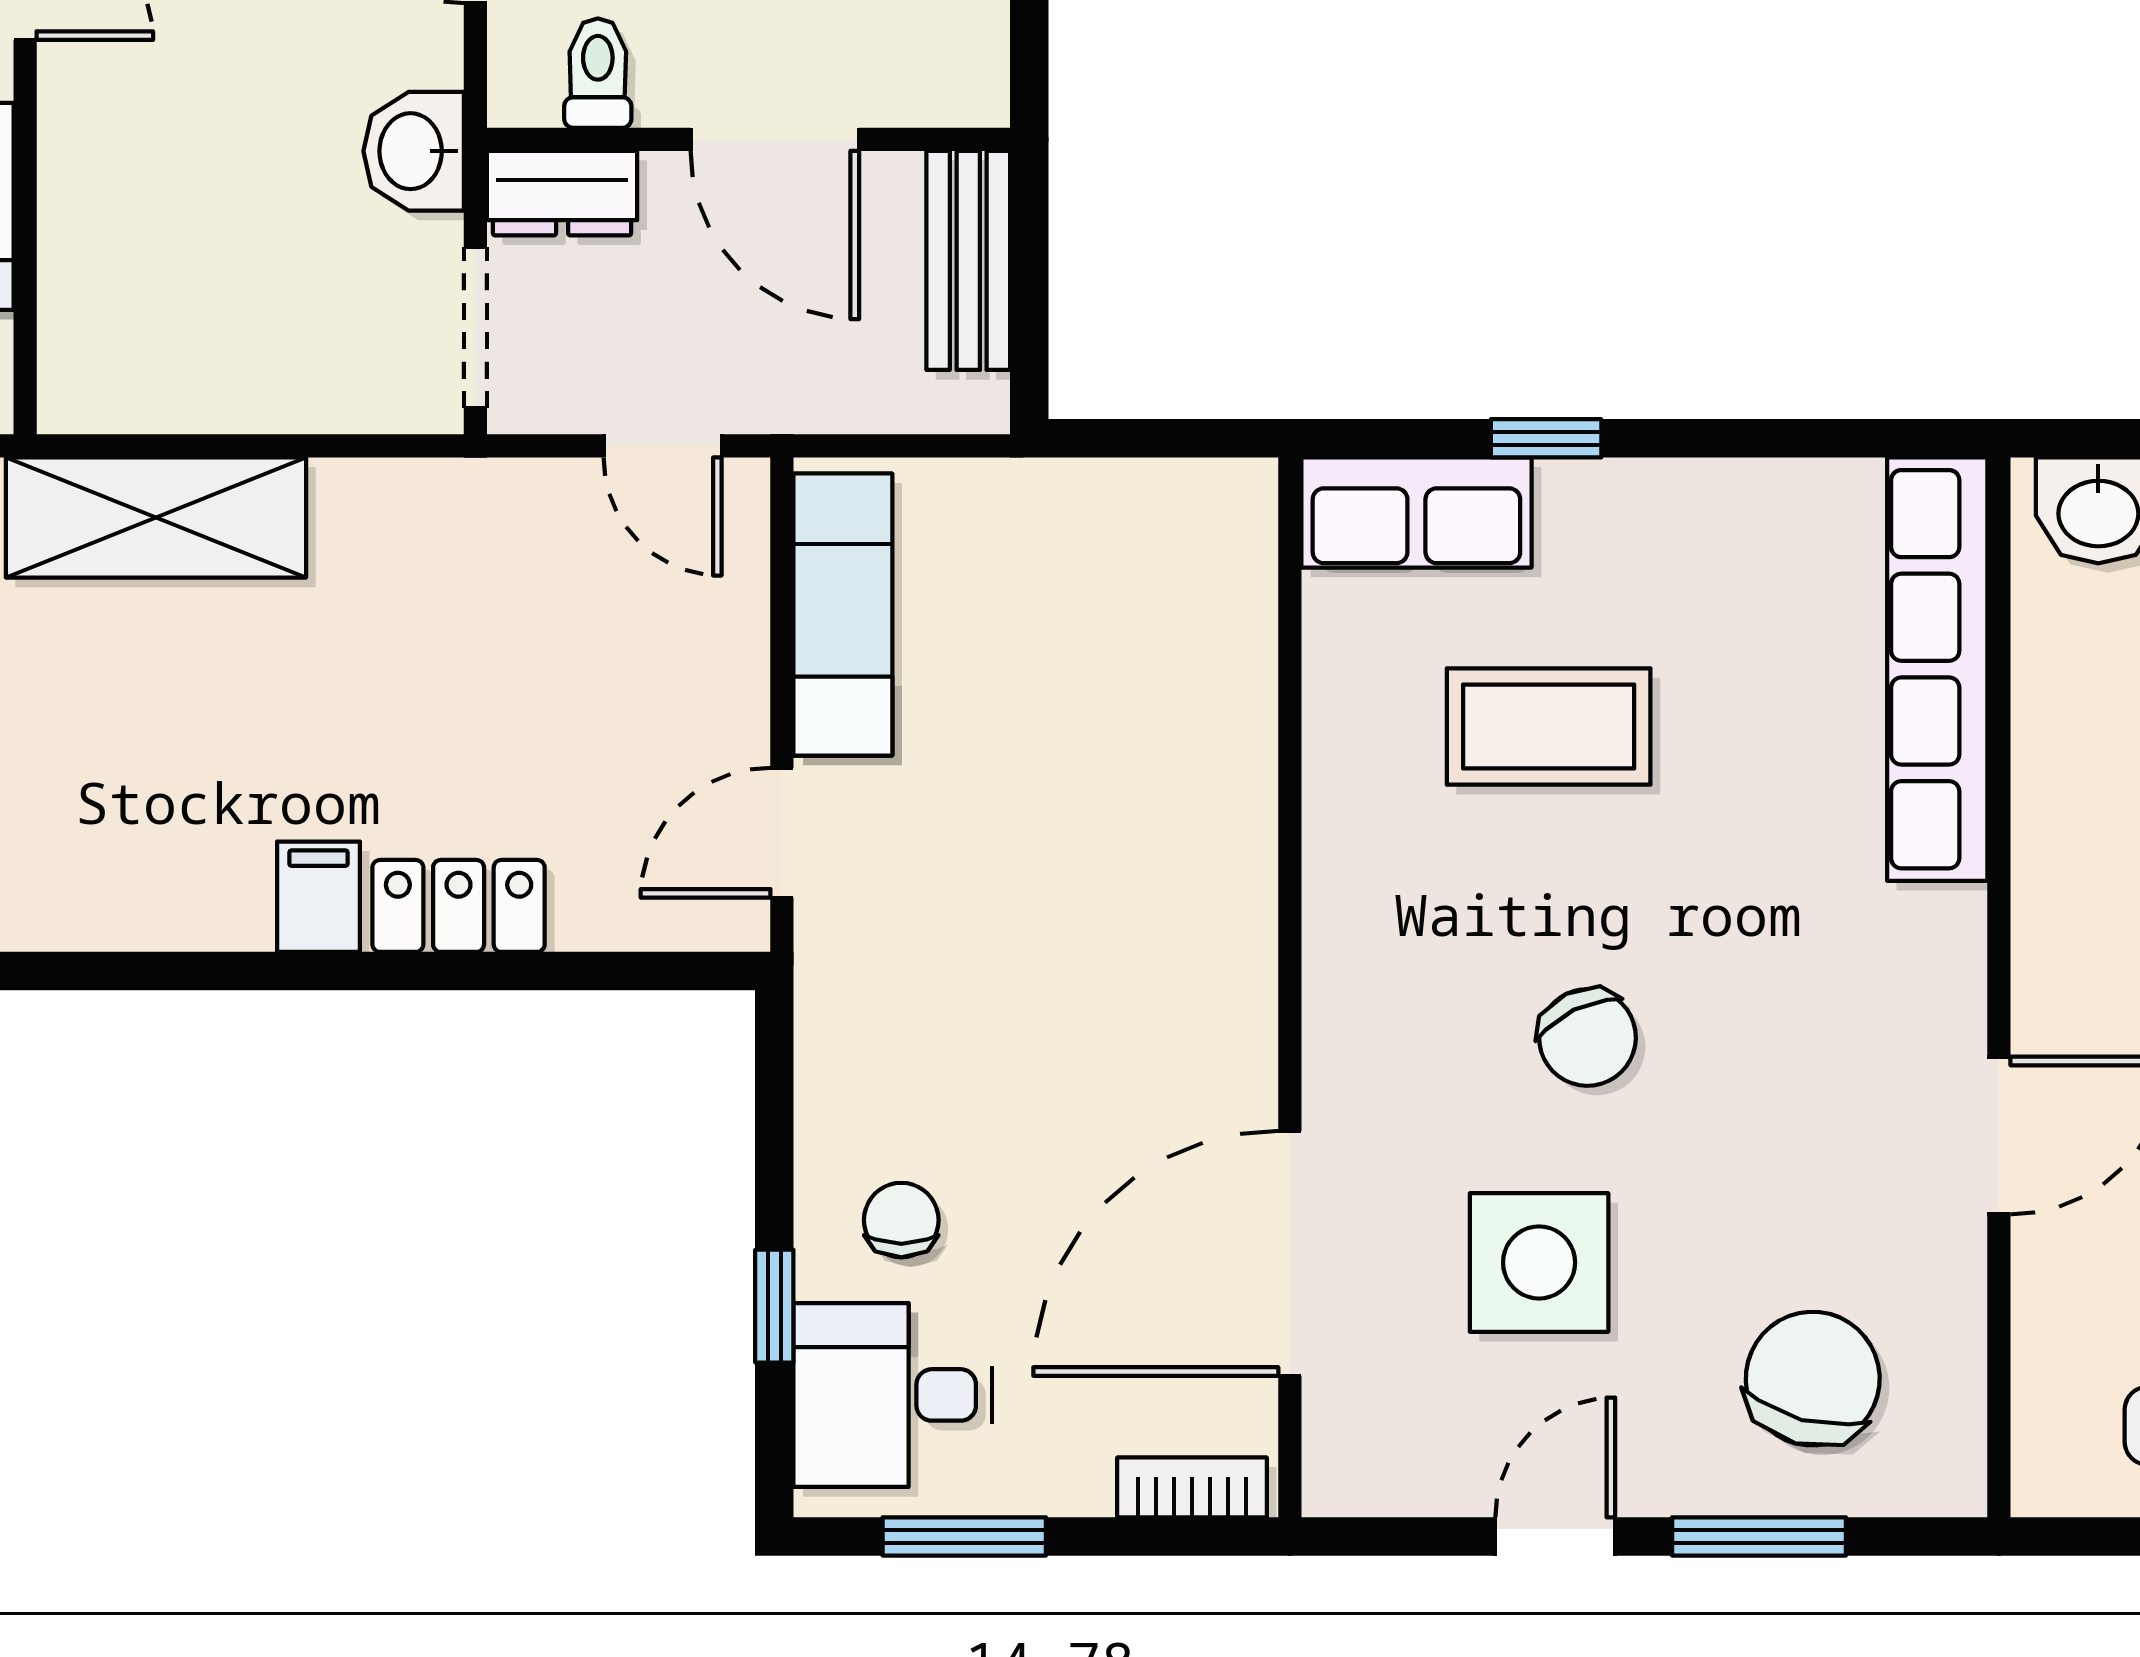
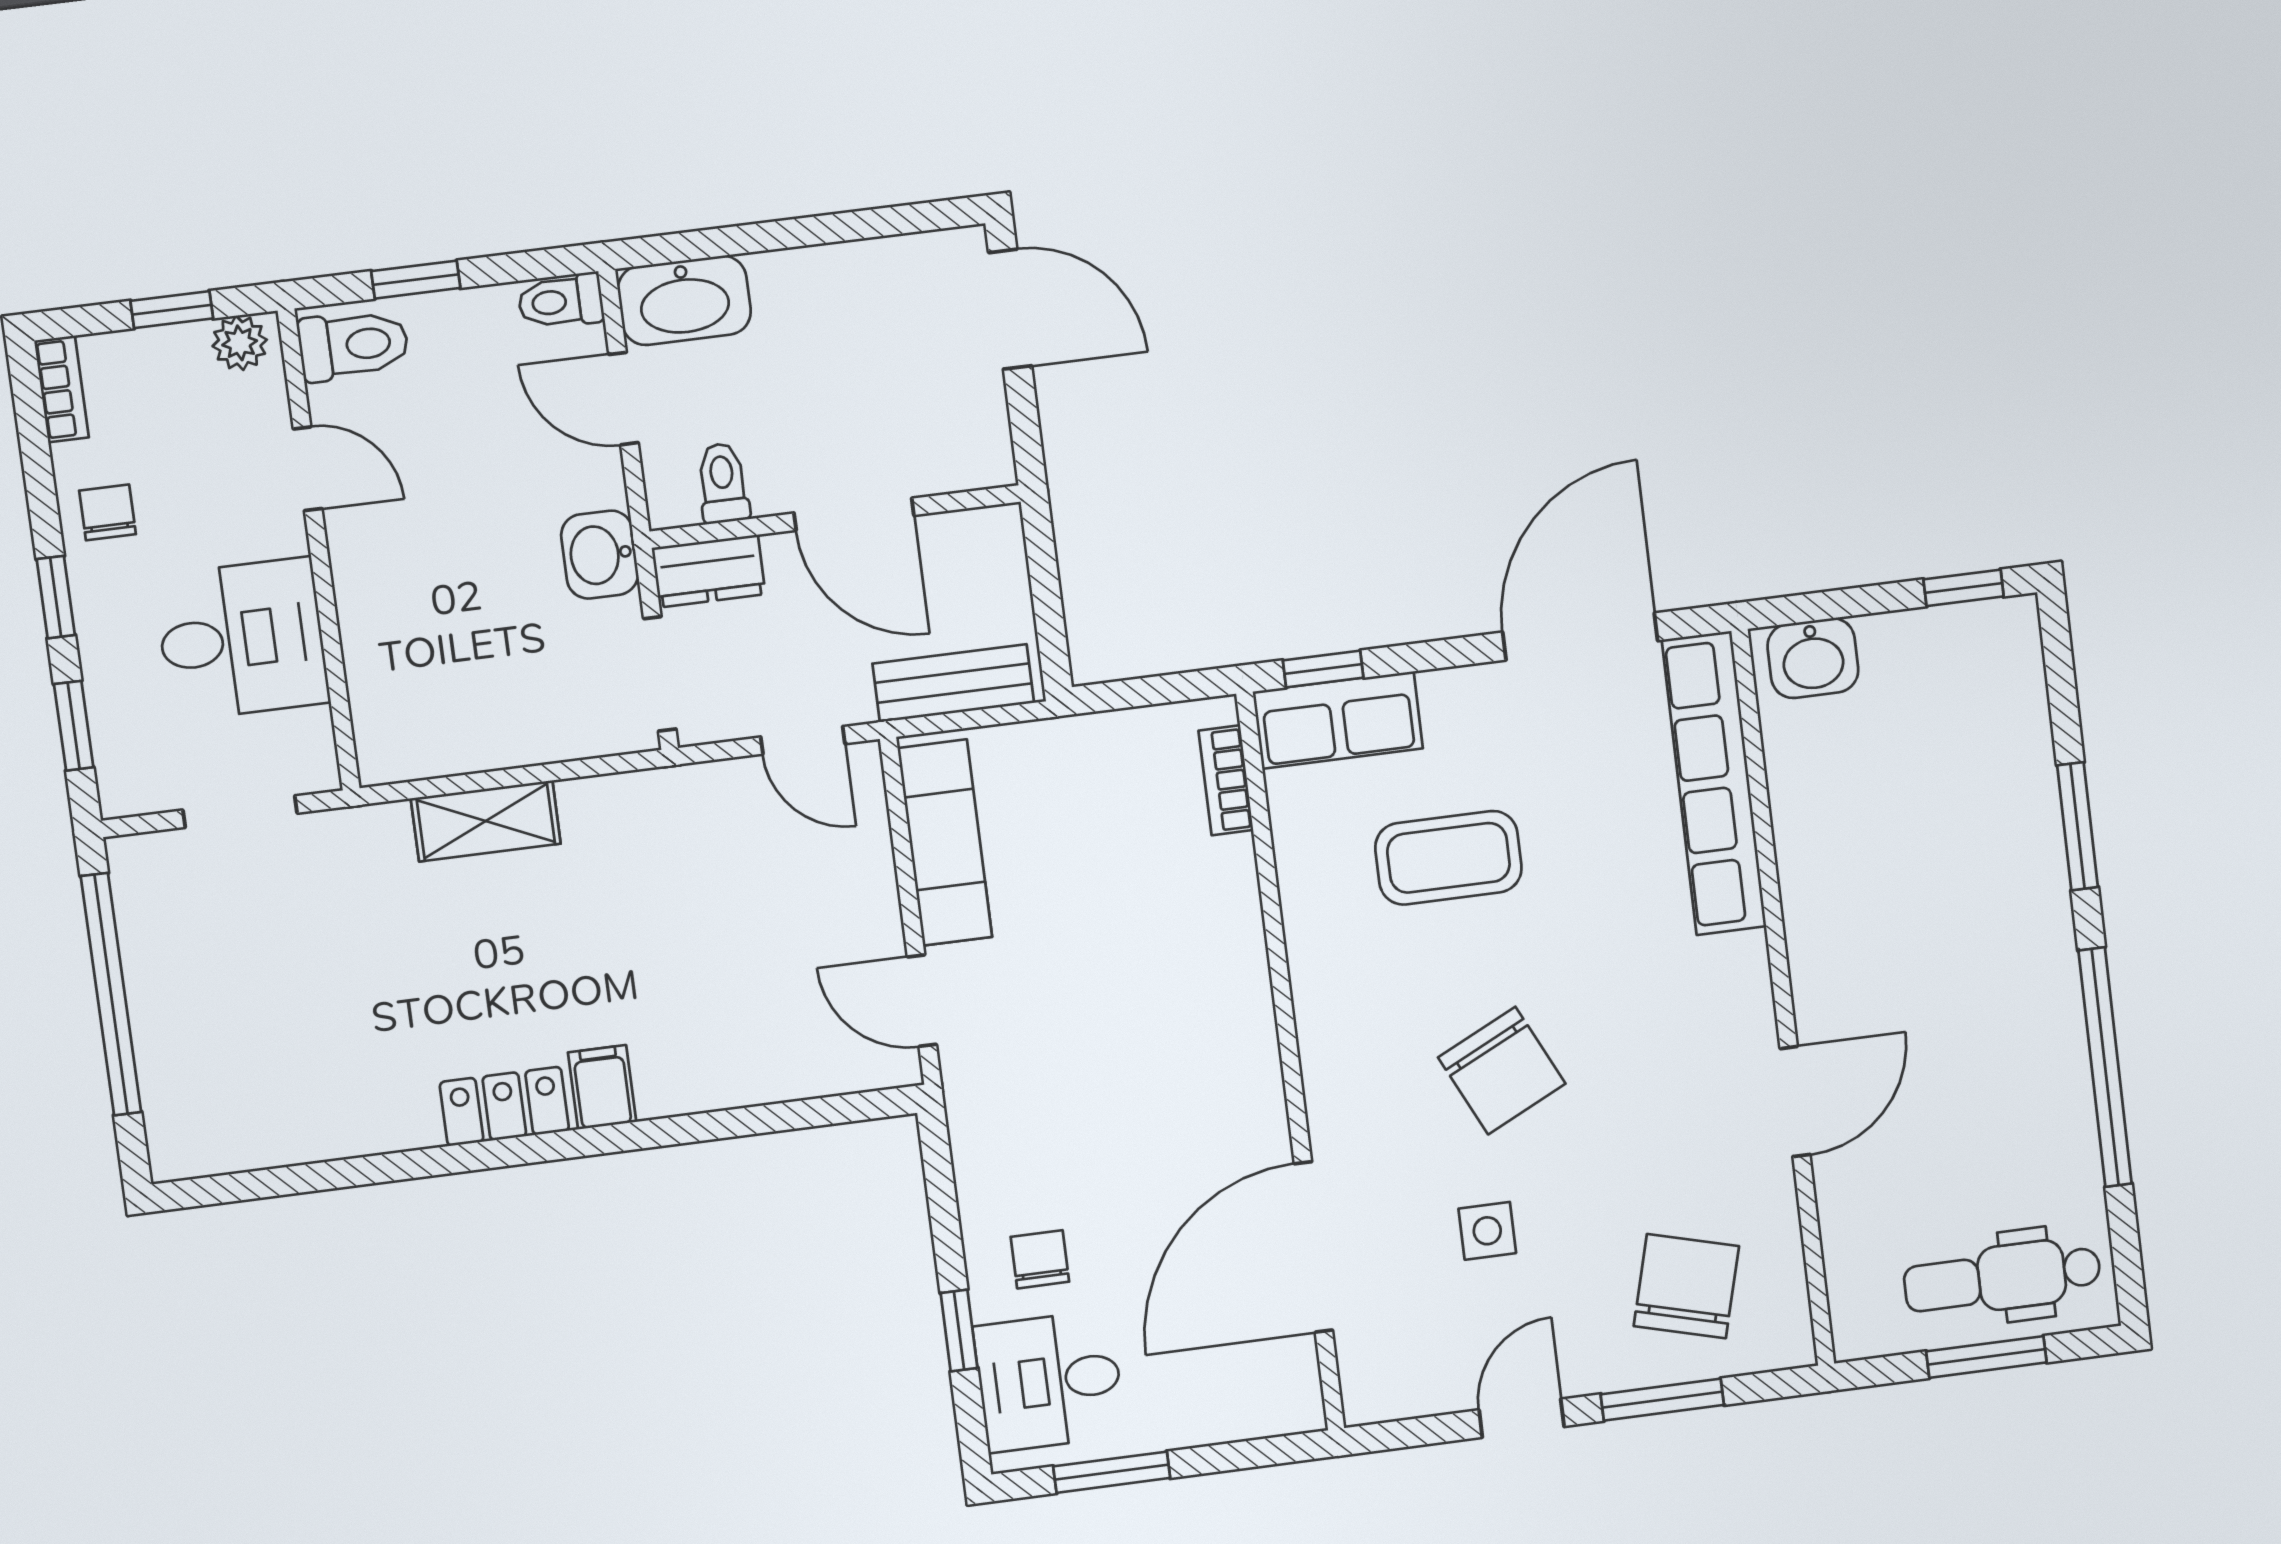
bench: (968, 260) -> (953, 683), moved, turned 90
window: (1546, 438) -> (1323, 669), moved
door: (1773, 438) -> (1580, 636), added
shelving: (156, 518) -> (486, 821), width x0.67, depth x0.75
door: (782, 833) -> (922, 1001), hinge flipped
locker: (459, 906) -> (504, 1106), moved
chair: (1587, 1037) -> (1502, 1071), width x1.37, depth x1.37
side table: (1539, 1262) -> (1487, 1231), width x0.54, depth x0.54
bookcase: (1192, 1487) -> (1226, 780), moved, turned -90

